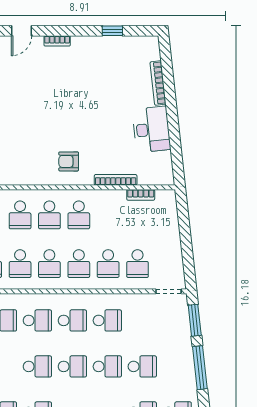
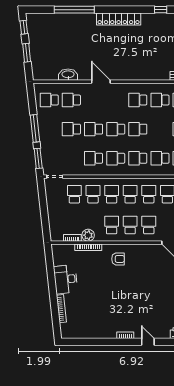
door: (21, 31) -> (148, 342), hinge flipped
window: (112, 31) -> (90, 342), removed
plant: (116, 199) -> (88, 235), added

